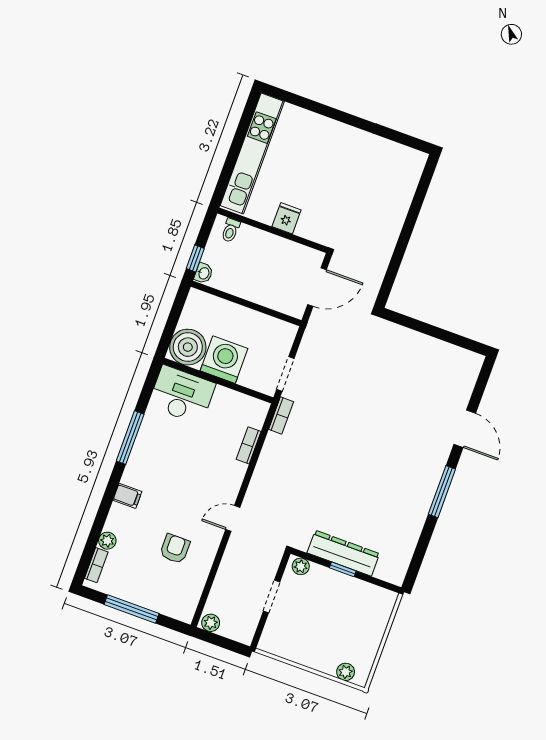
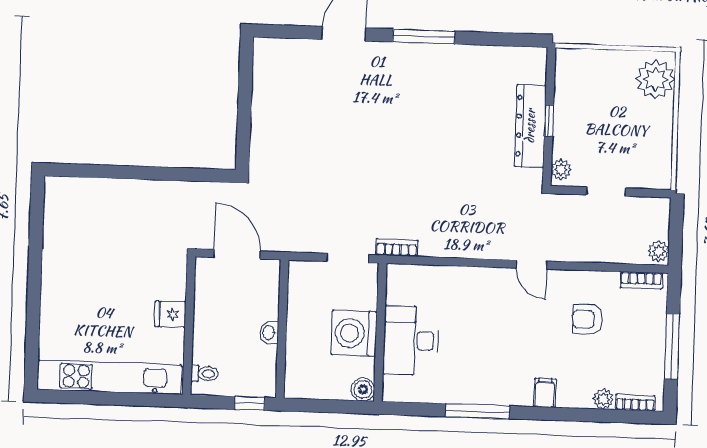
washbasin: (204, 273) -> (269, 333), moved, turned -90
boiler: (188, 347) -> (363, 389), width x0.54, depth x0.54
desk: (182, 395) -> (411, 340), moved
bookcase: (249, 445) -> (641, 280), moved
plant: (346, 672) -> (655, 79), width x1.87, depth x1.87

